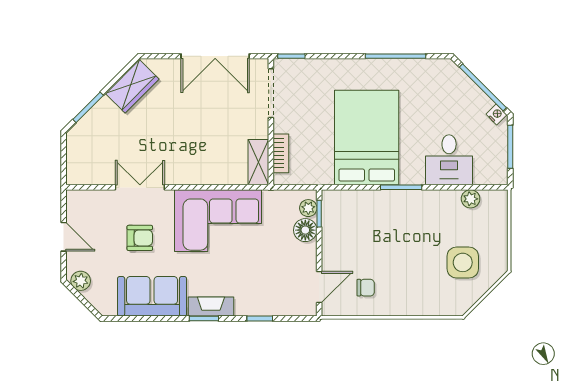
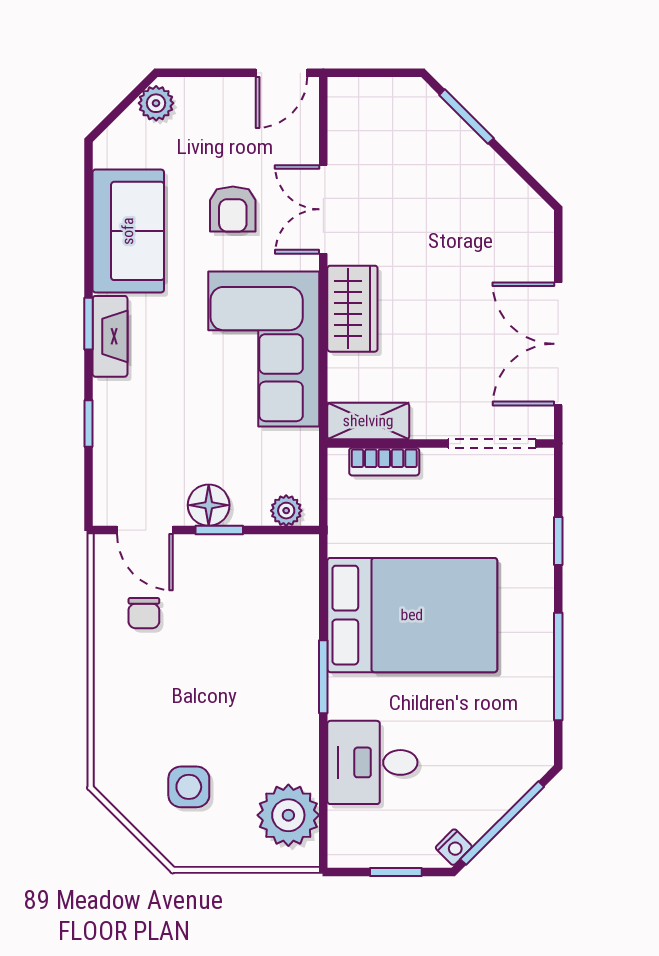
window: (291, 56) -> (558, 541), moved
wardrobe: (132, 86) -> (352, 309), moved, turned -135
window: (510, 147) -> (396, 872), width x0.67
double door: (140, 187) -> (323, 209), swing flipped
plant: (471, 199) -> (288, 815), width x1.87, depth x1.87
window: (319, 214) -> (219, 530), moved
floor lamp: (305, 230) -> (209, 505), moved
door: (64, 237) -> (281, 73), moved
side table: (463, 262) -> (189, 787), width x0.73, depth x0.73

